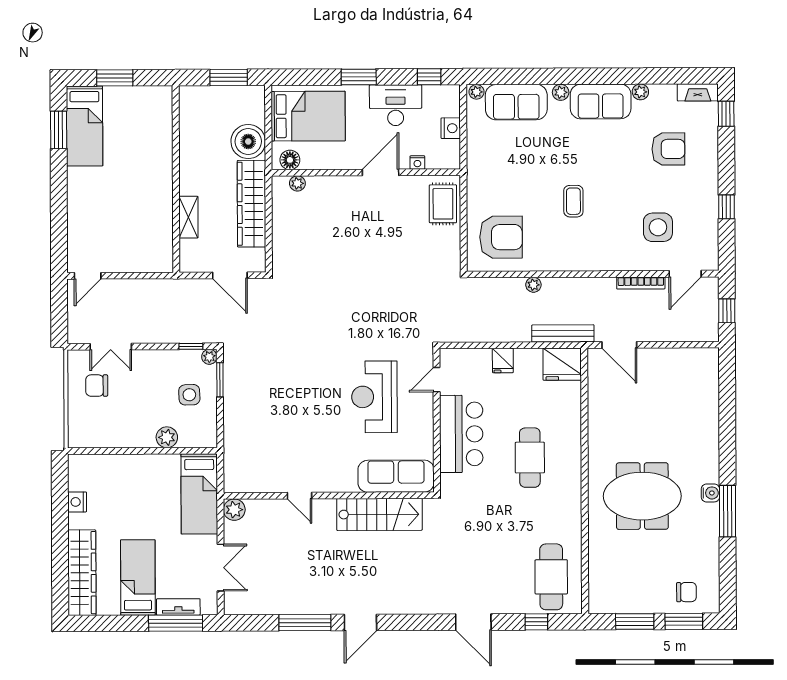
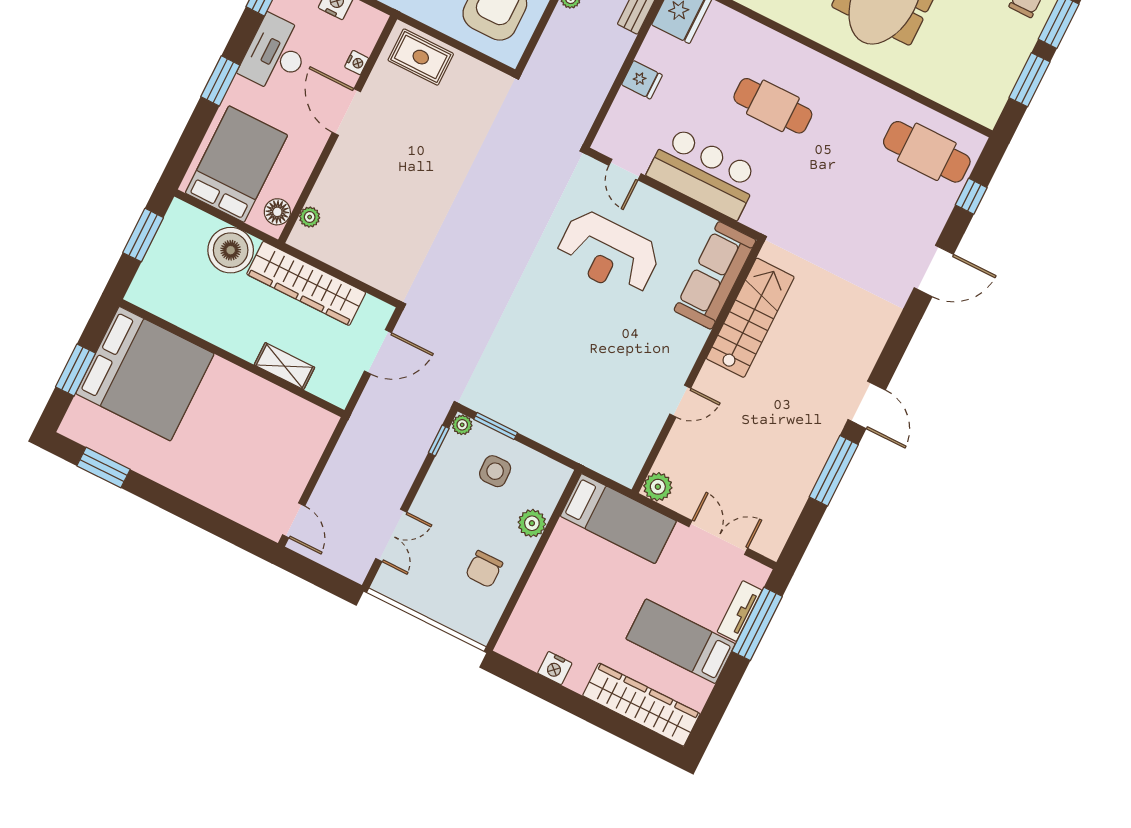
bed: (85, 126) -> (145, 374), moved, width x2.04
chair: (97, 386) -> (484, 569), moved

